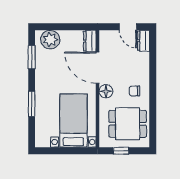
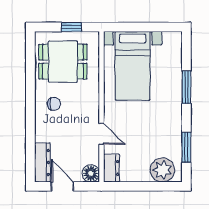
dresser: (144, 41) -> (42, 162), width x1.44
door: (98, 68) -> (101, 134), width x0.53
floor lamp: (106, 91) -> (91, 173), moved

